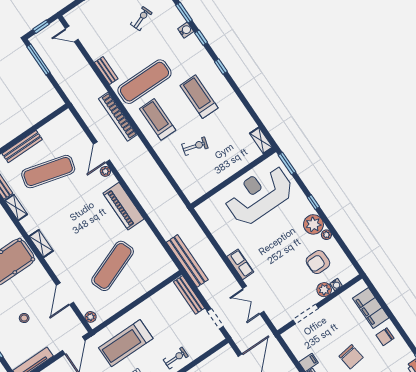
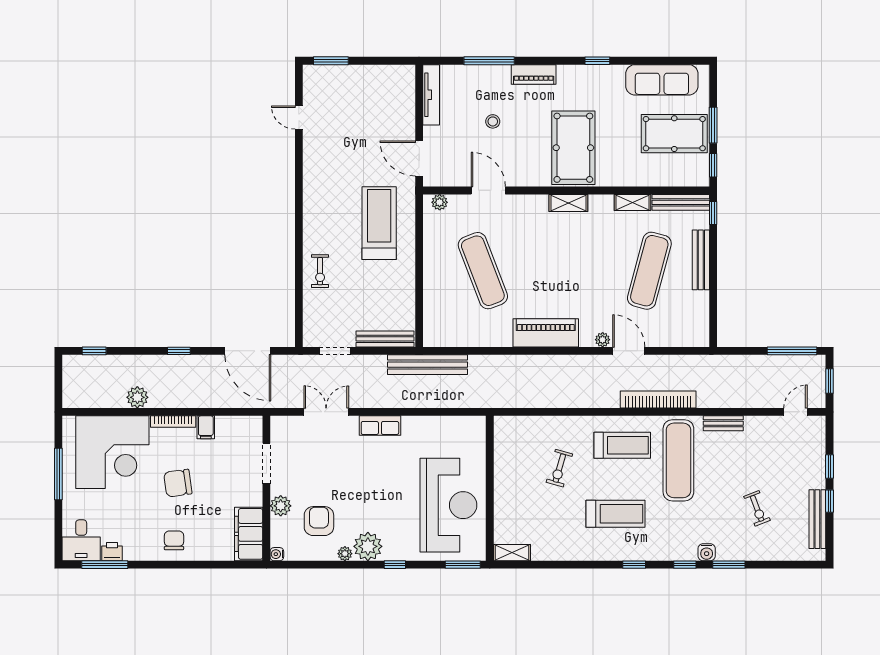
water cooler: (336, 285) -> (277, 554), moved
filing cabinet: (371, 308) -> (249, 534), moved, turned -90

